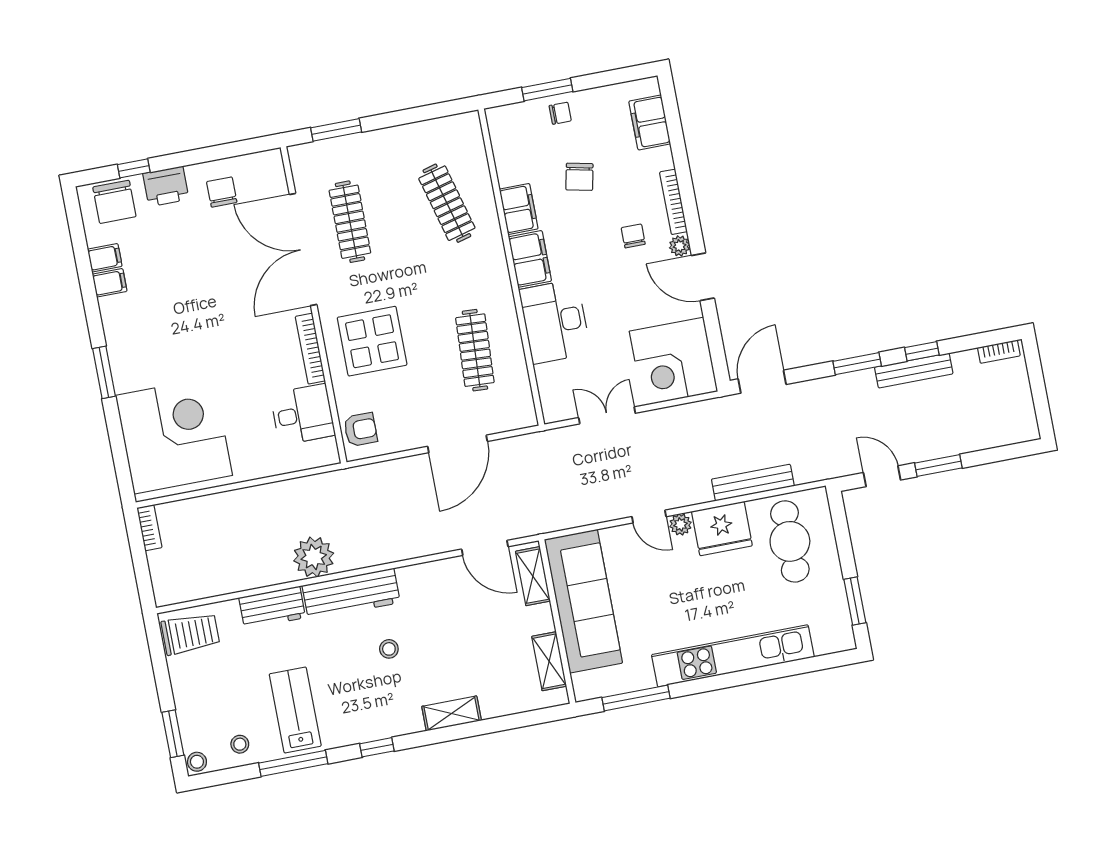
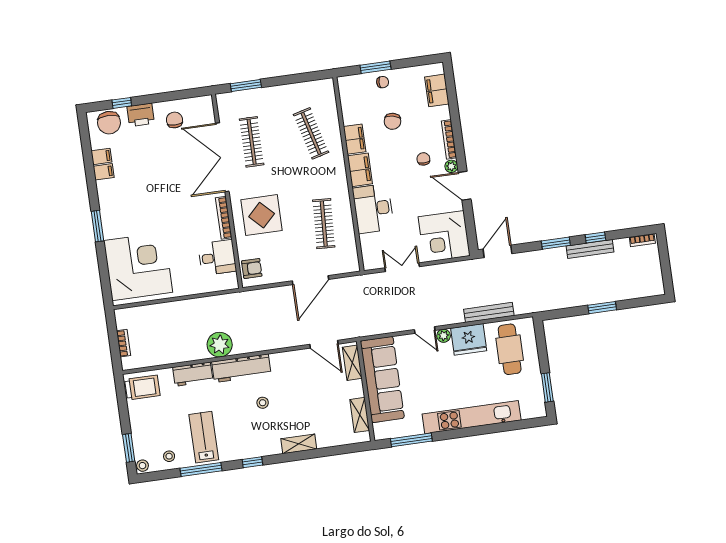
door: (882, 476) -> (568, 312), removed
bookcase: (149, 528) -> (124, 343), moved

